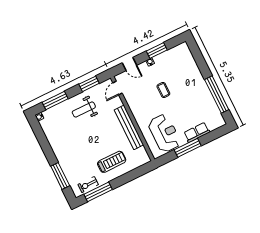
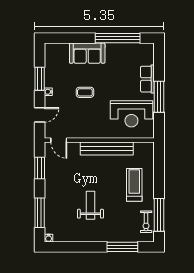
sofa: (194, 77) -> (87, 53), added
weight bench: (84, 109) -> (90, 205), moved, turned 180
reception desk: (164, 133) -> (131, 114), turned 180

